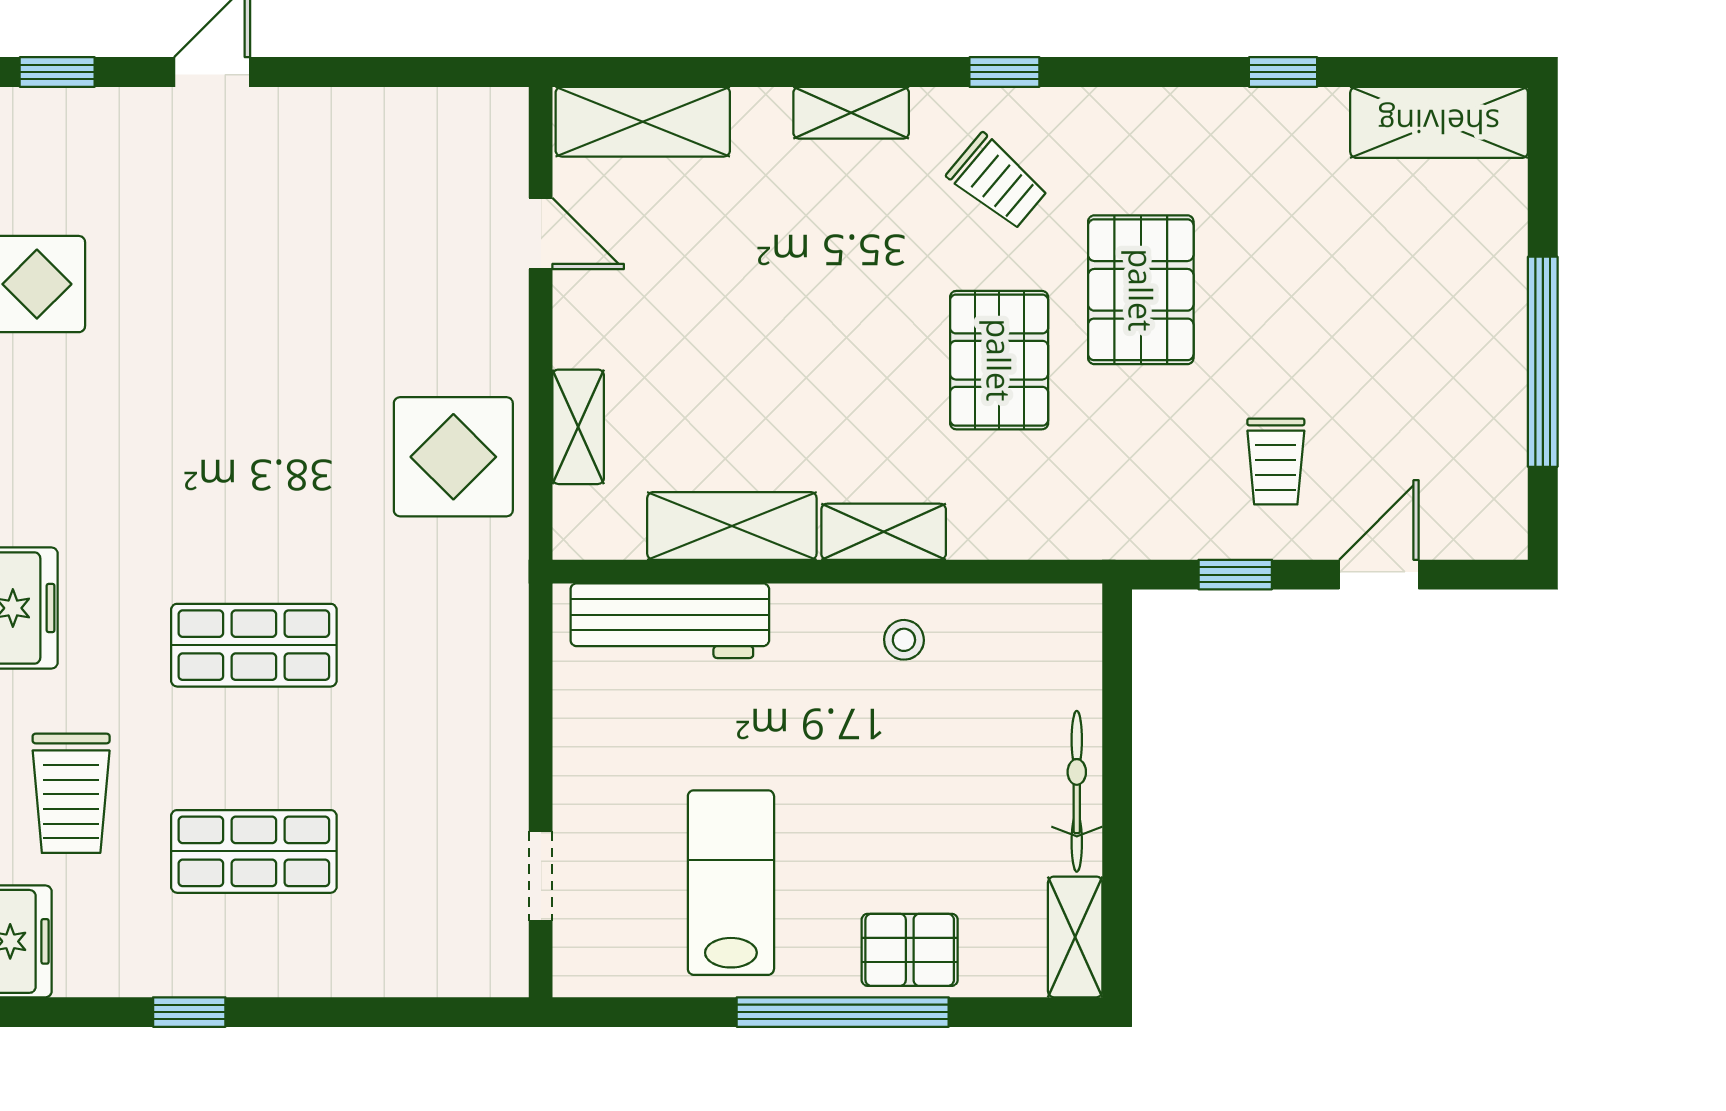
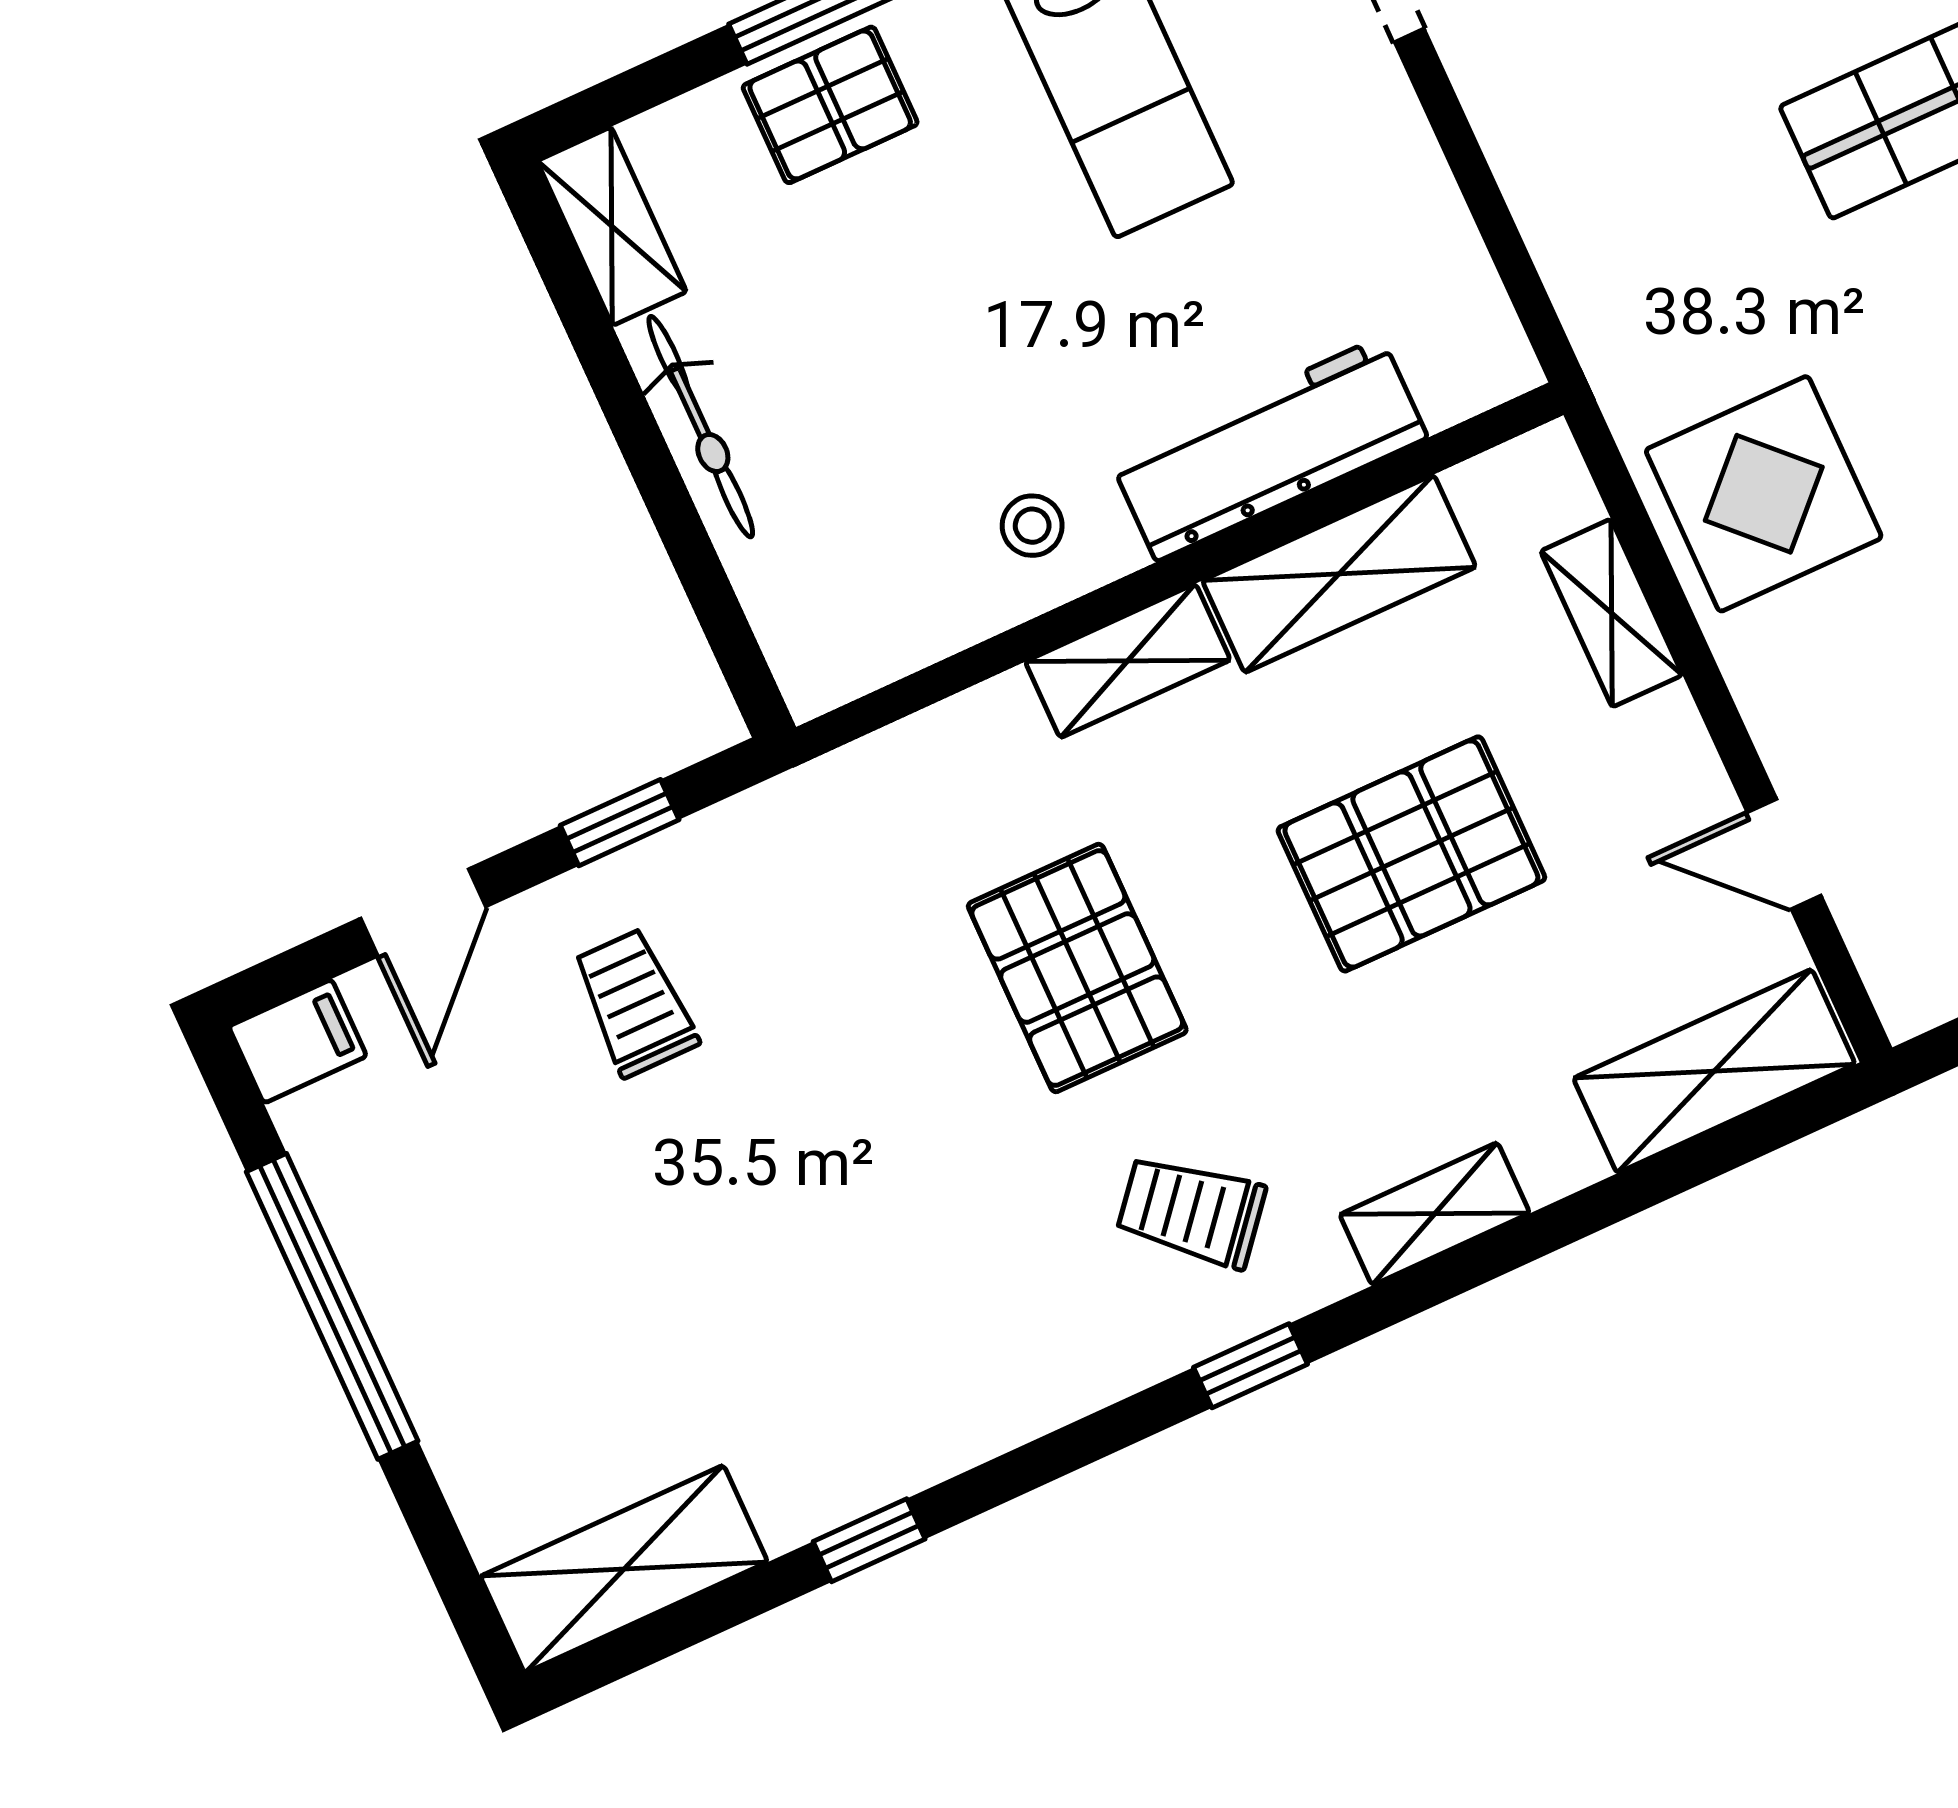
pallet: (1141, 290) -> (1411, 854), moved, turned 90
filing cabinet: (1490, 531) -> (298, 1041), added
workbench: (670, 621) -> (1269, 449), moved

